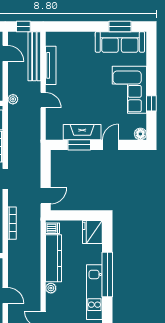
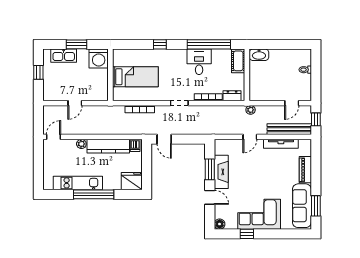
piano: (80, 38) -> (305, 170), added

